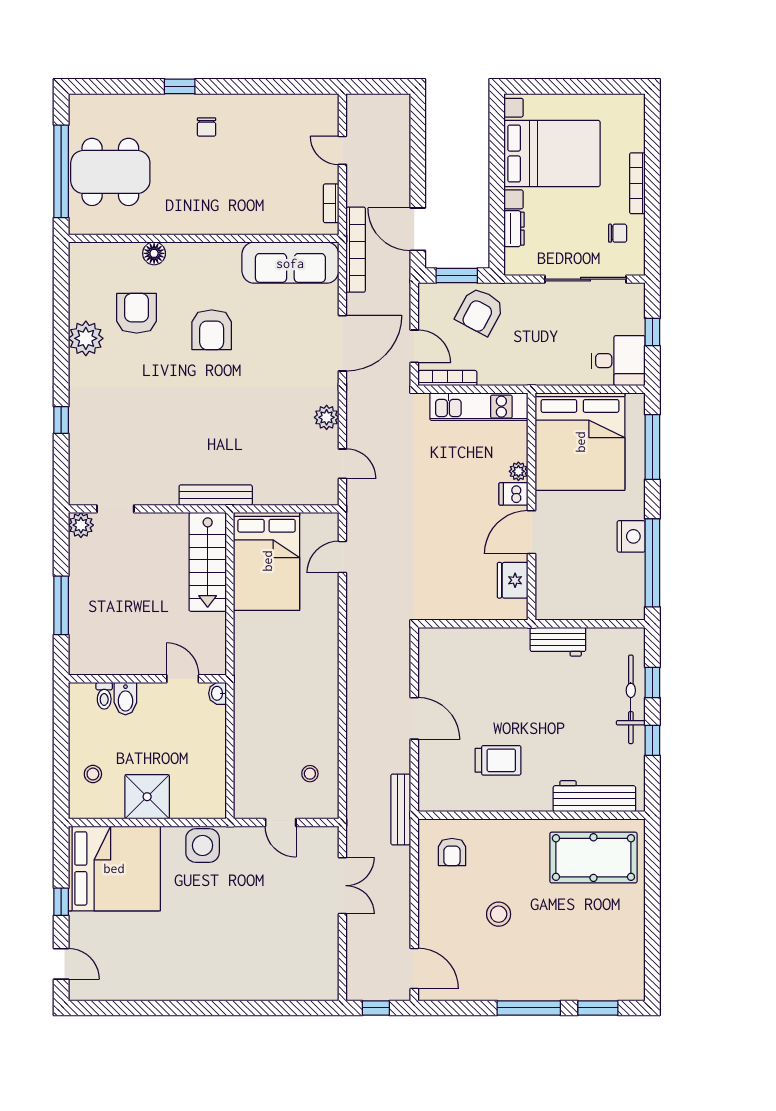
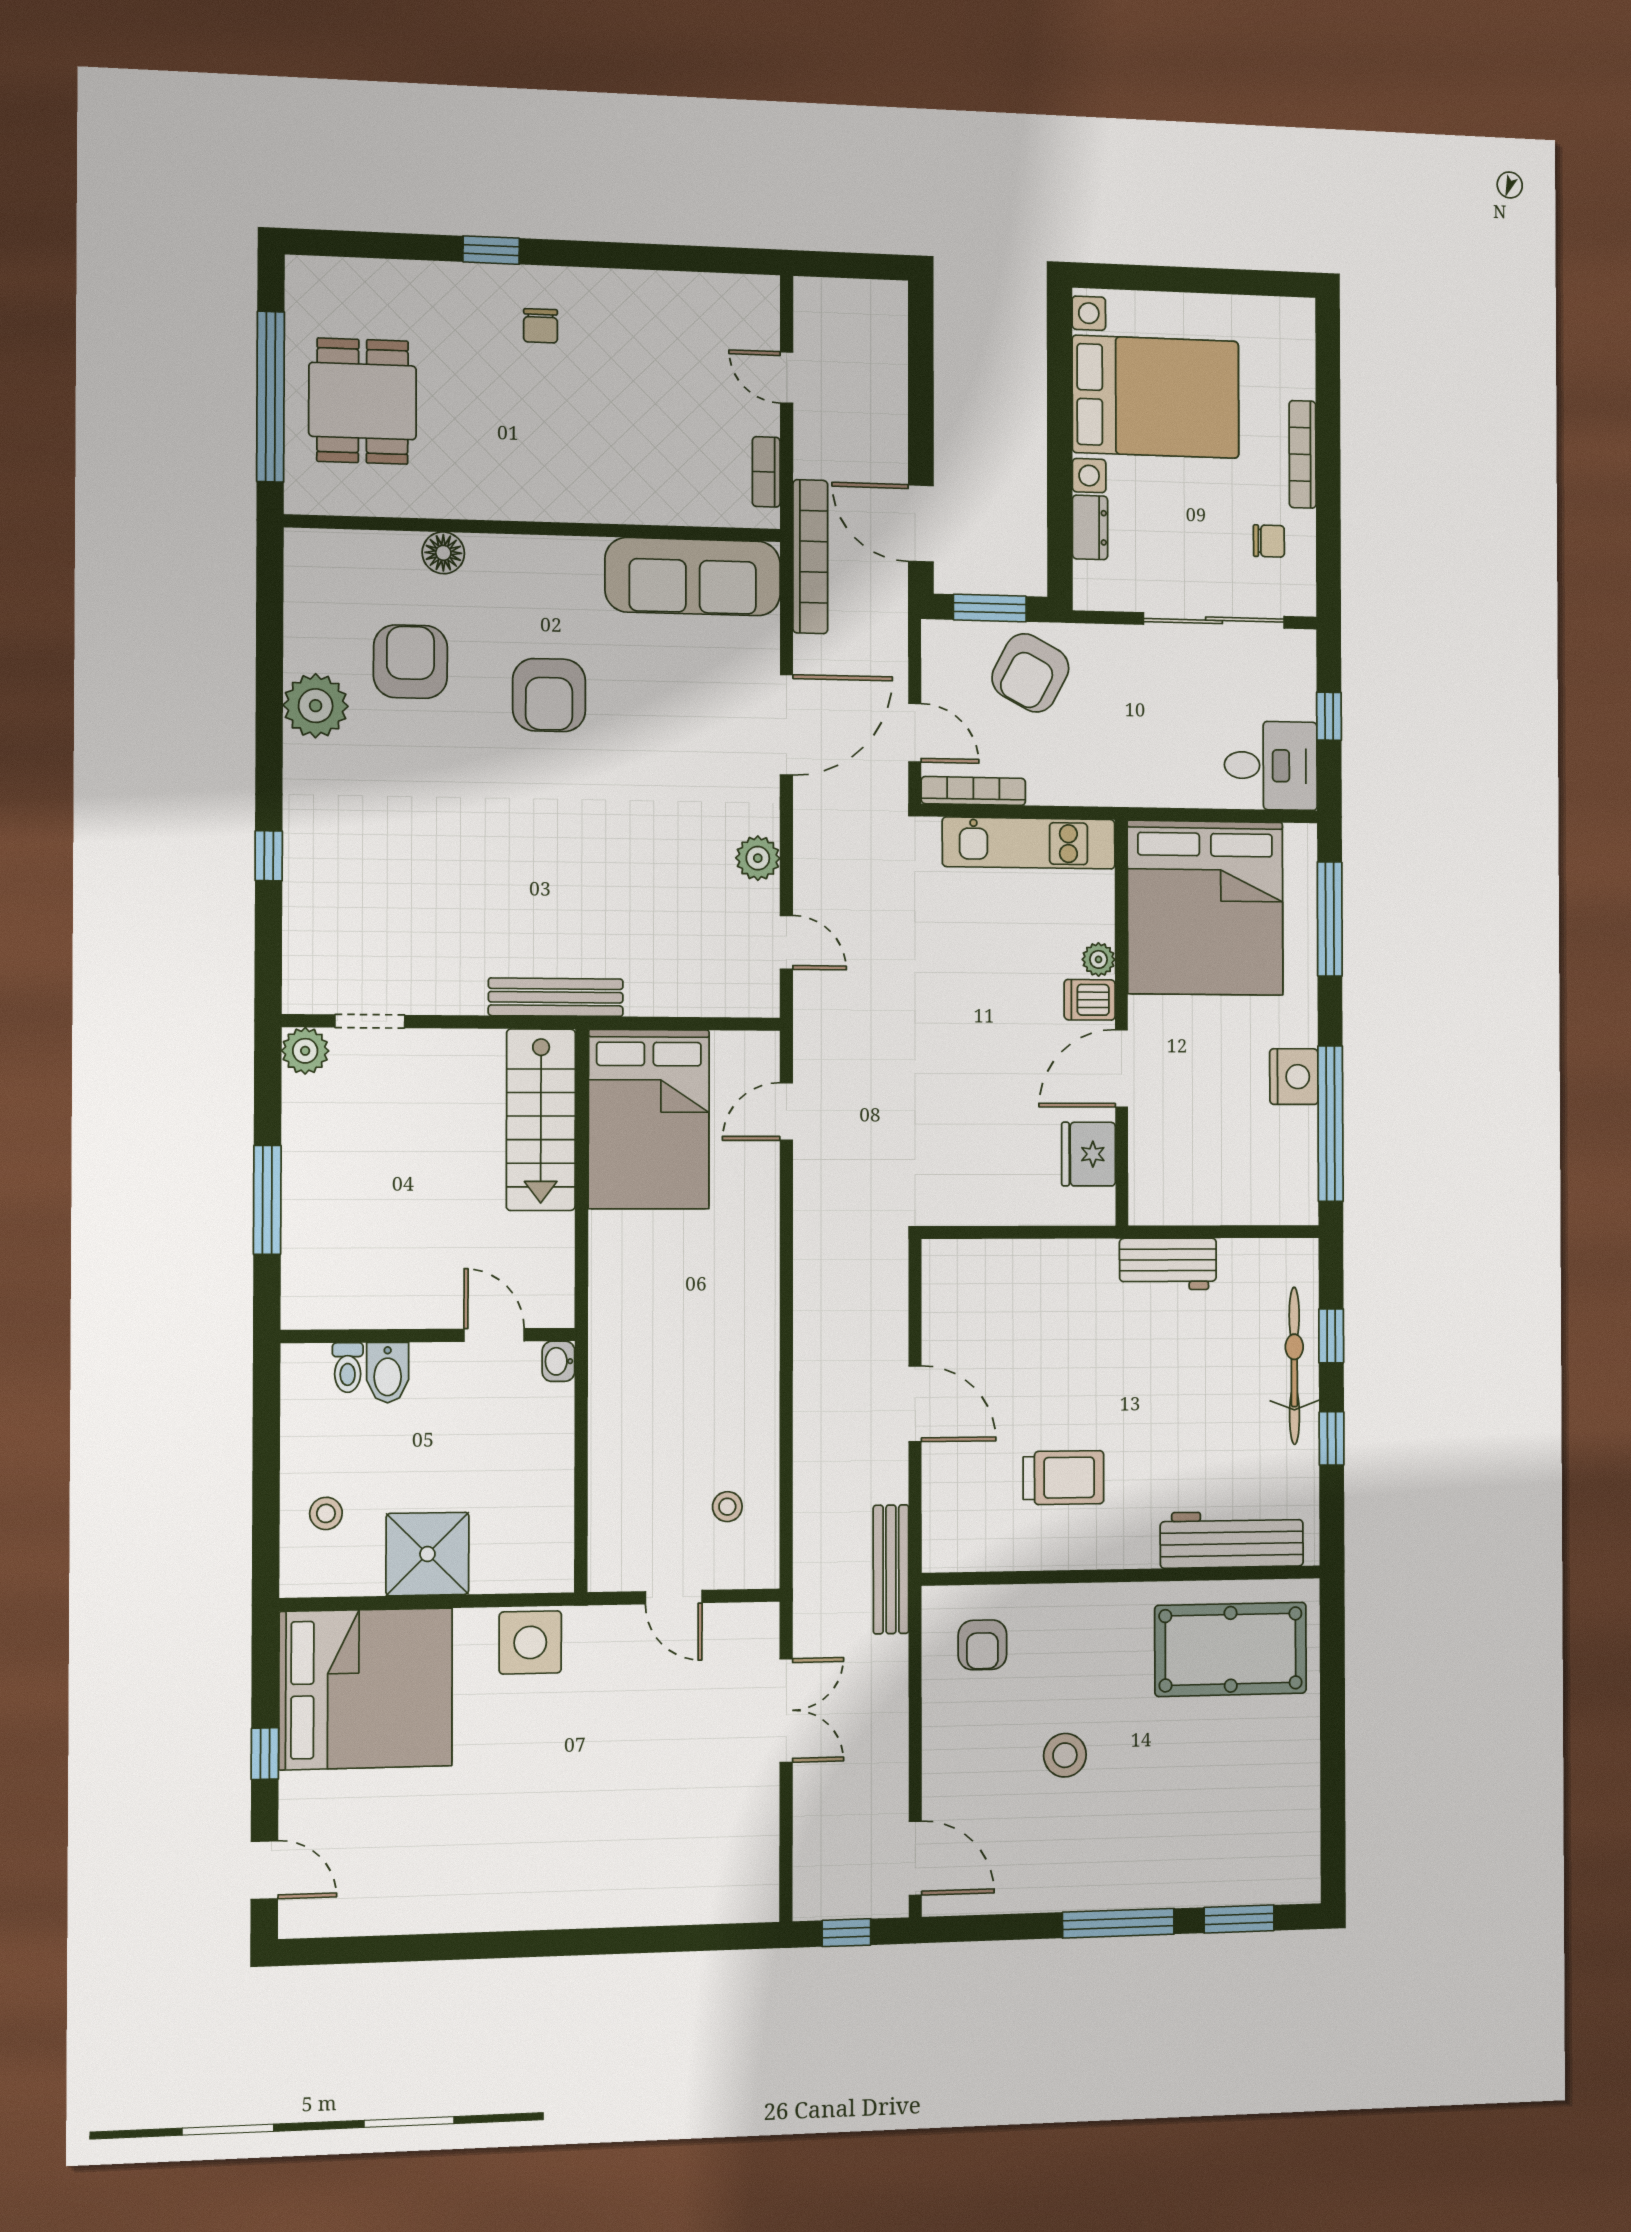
dining table: (110, 172) -> (363, 401), width x0.73

